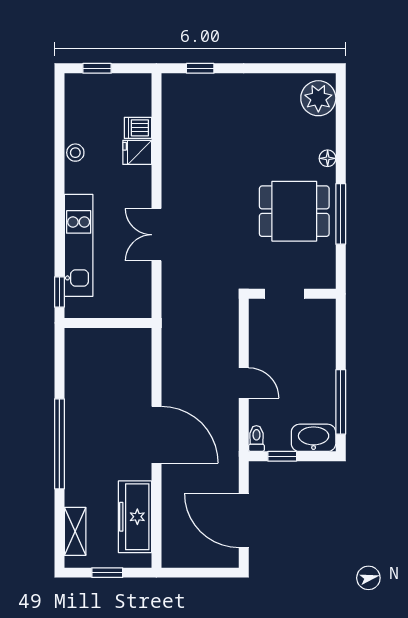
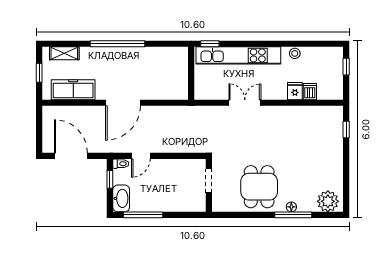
window: (341, 214) -> (293, 215), moved
kitchen unit: (79, 245) -> (238, 55), width x1.36
door: (244, 383) -> (141, 156), moved
door: (244, 520) -> (71, 156), hinge flipped

